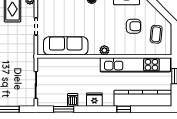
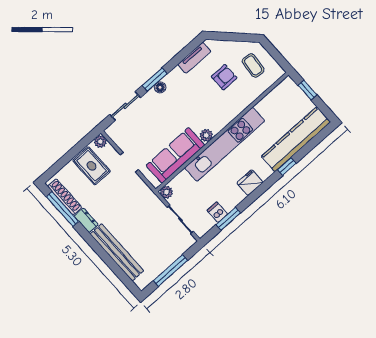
plant: (104, 50) -> (206, 135), moved
plant: (42, 62) -> (166, 192), added
kitchen unit: (135, 65) -> (225, 144), moved
dishwasher: (73, 100) -> (217, 212), moved

